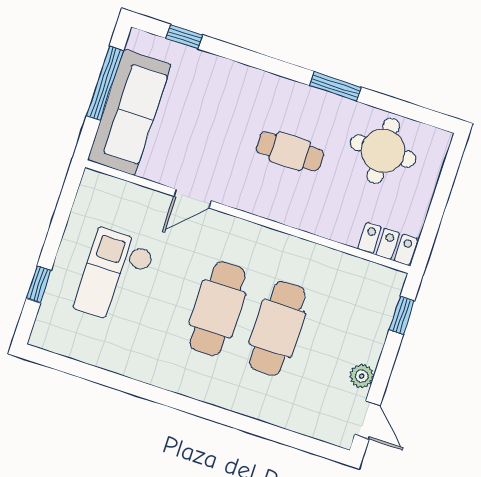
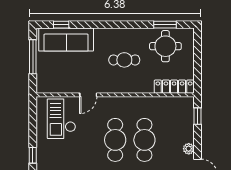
window: (335, 86) -> (165, 25), moved
sofa: (129, 112) -> (66, 40), moved, turned 90
locker: (388, 244) -> (174, 87), width x1.53
checkout: (114, 276) -> (61, 119), moved

